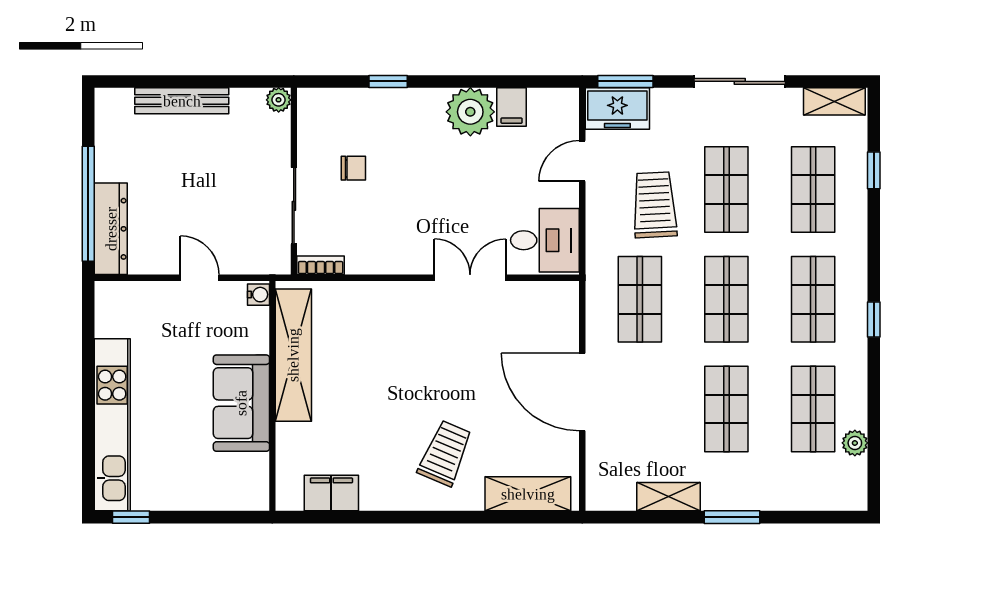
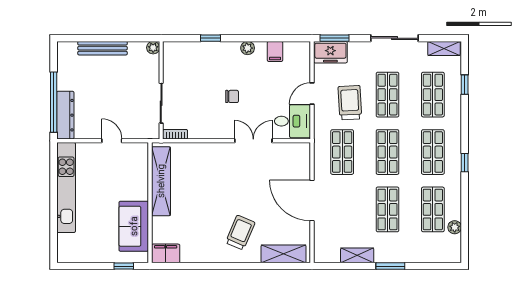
plant: (470, 112) -> (248, 48), width x0.53, depth x0.53
door: (582, 161) -> (312, 94), moved
chair: (353, 168) -> (232, 96), moved
water cooler: (258, 295) -> (143, 150), removed
sofa: (241, 403) -> (134, 226), moved
kitchen unit: (112, 425) -> (66, 187), moved
filing cabinet: (331, 493) -> (166, 253), moved
window: (131, 517) -> (124, 266), moved

